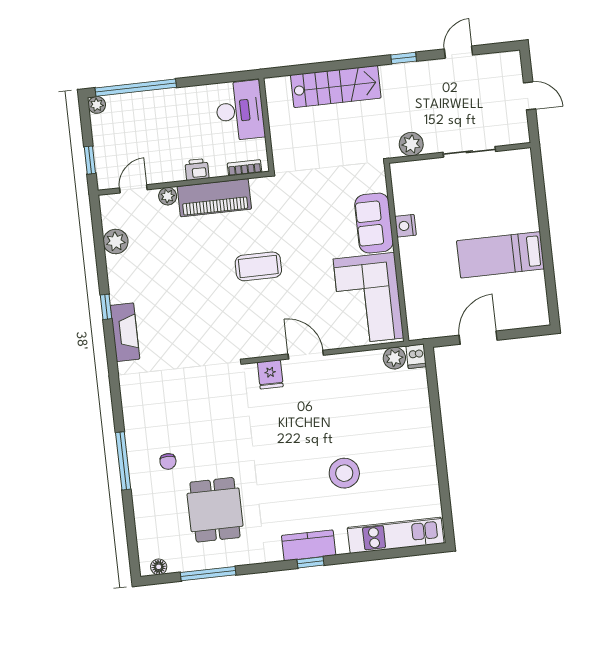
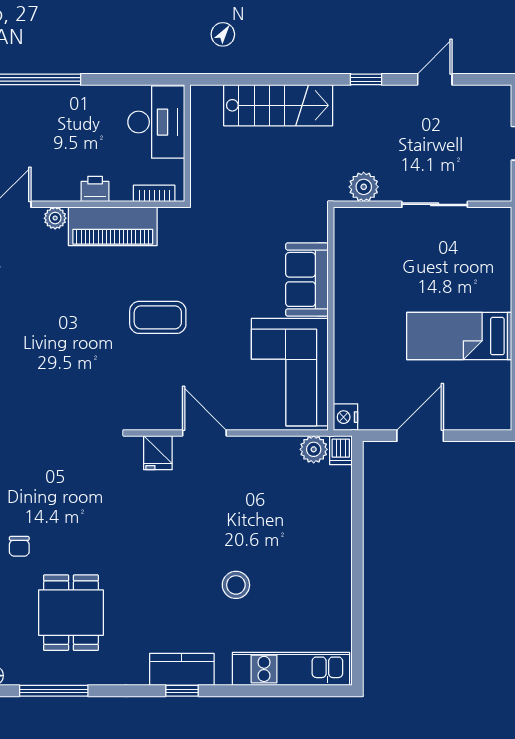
nightstand: (406, 226) -> (346, 417), moved
stool: (344, 473) -> (236, 585), width x0.73, depth x0.73

